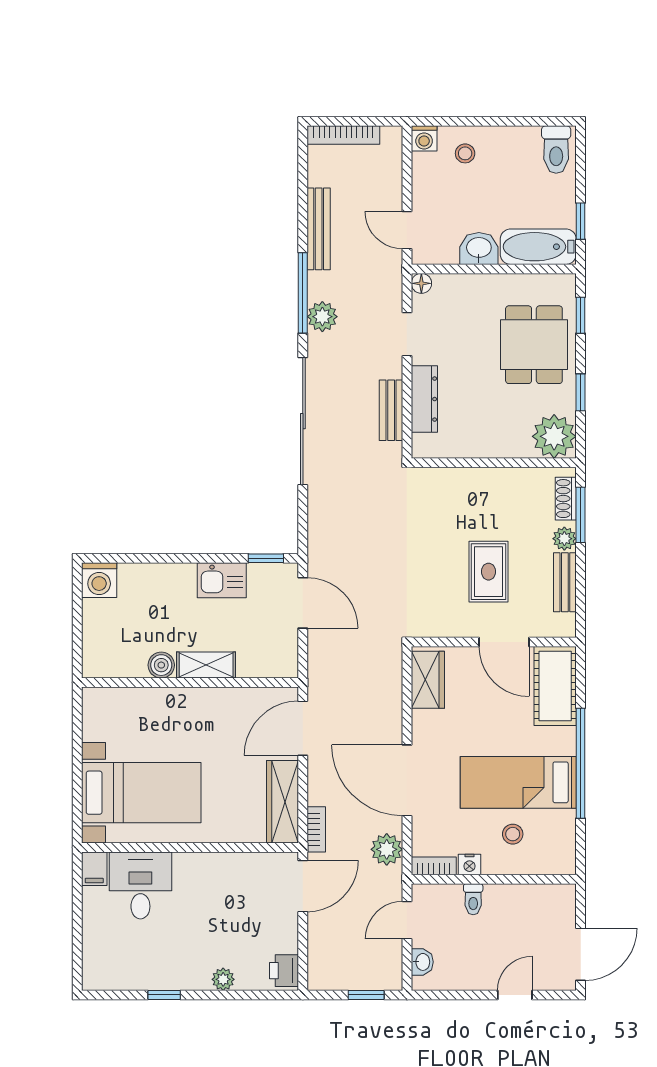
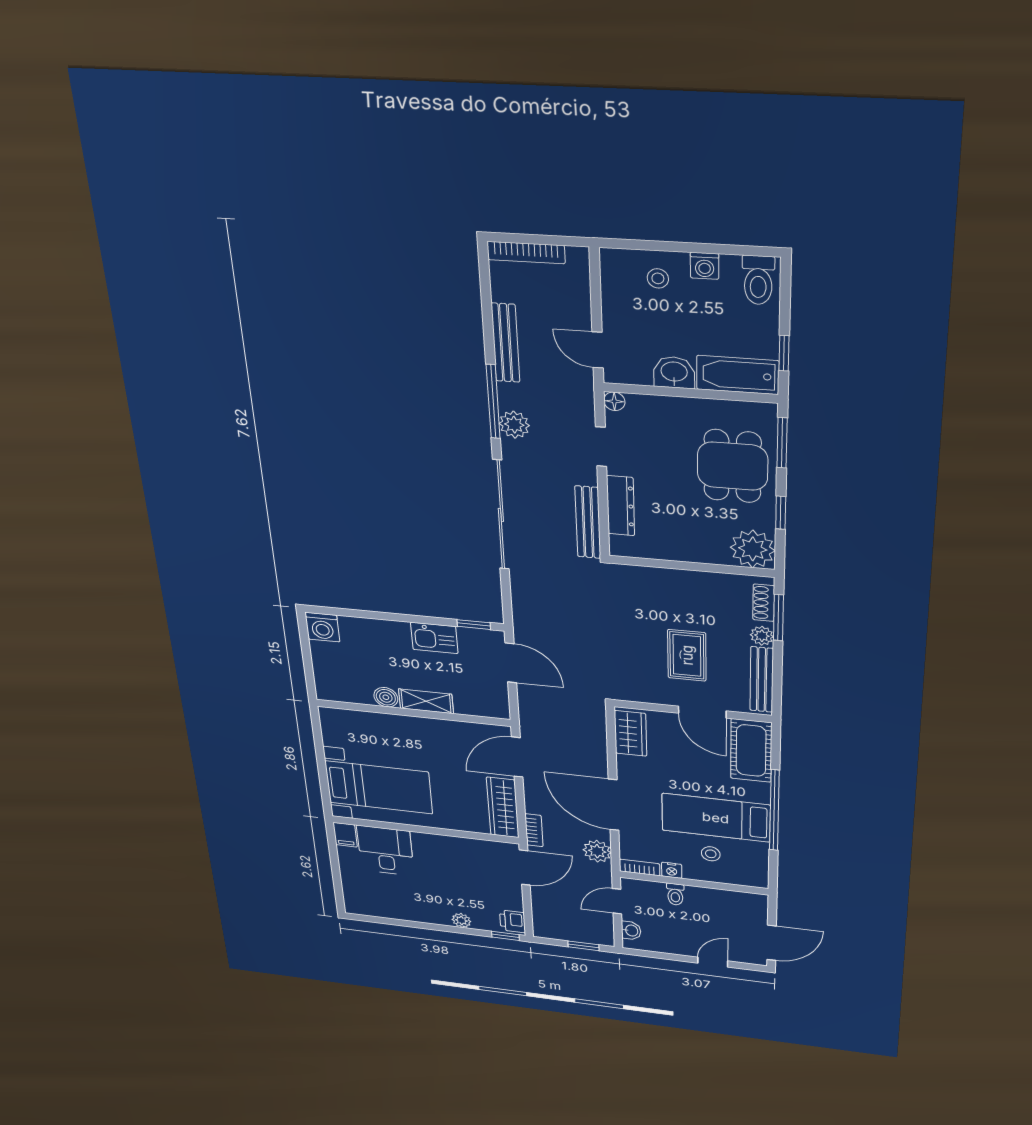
washing machine: (424, 138) -> (705, 266), moved
window: (581, 315) -> (782, 443), width x1.50
bench: (391, 410) -> (588, 522), width x1.36
bench: (565, 582) -> (762, 680), width x1.36
window: (164, 995) -> (505, 936), moved

